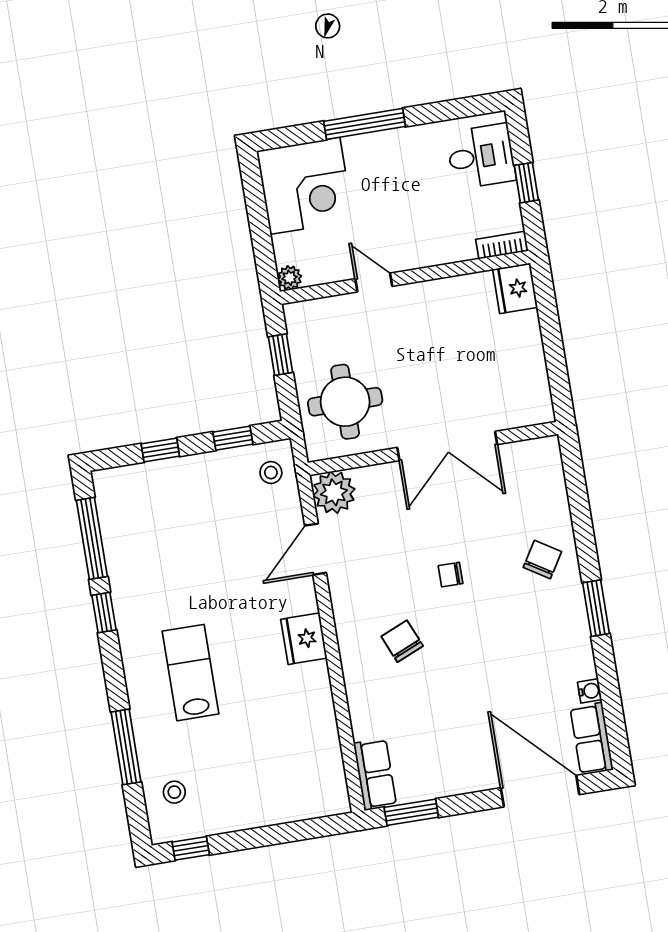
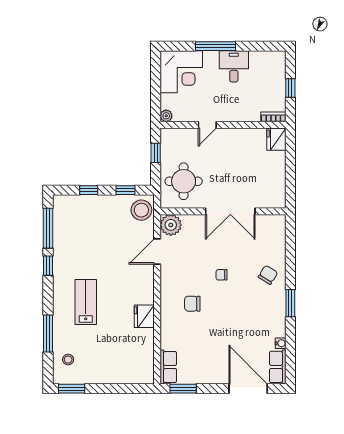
desk: (481, 156) -> (234, 66), moved, turned -90
door: (374, 283) -> (207, 125), swing flipped
stool: (271, 473) -> (141, 210), width x1.89, depth x1.89
fridge: (304, 639) -> (144, 316), moved
chair: (402, 641) -> (192, 304), turned -67
window: (191, 848) -> (72, 389), width x1.50

